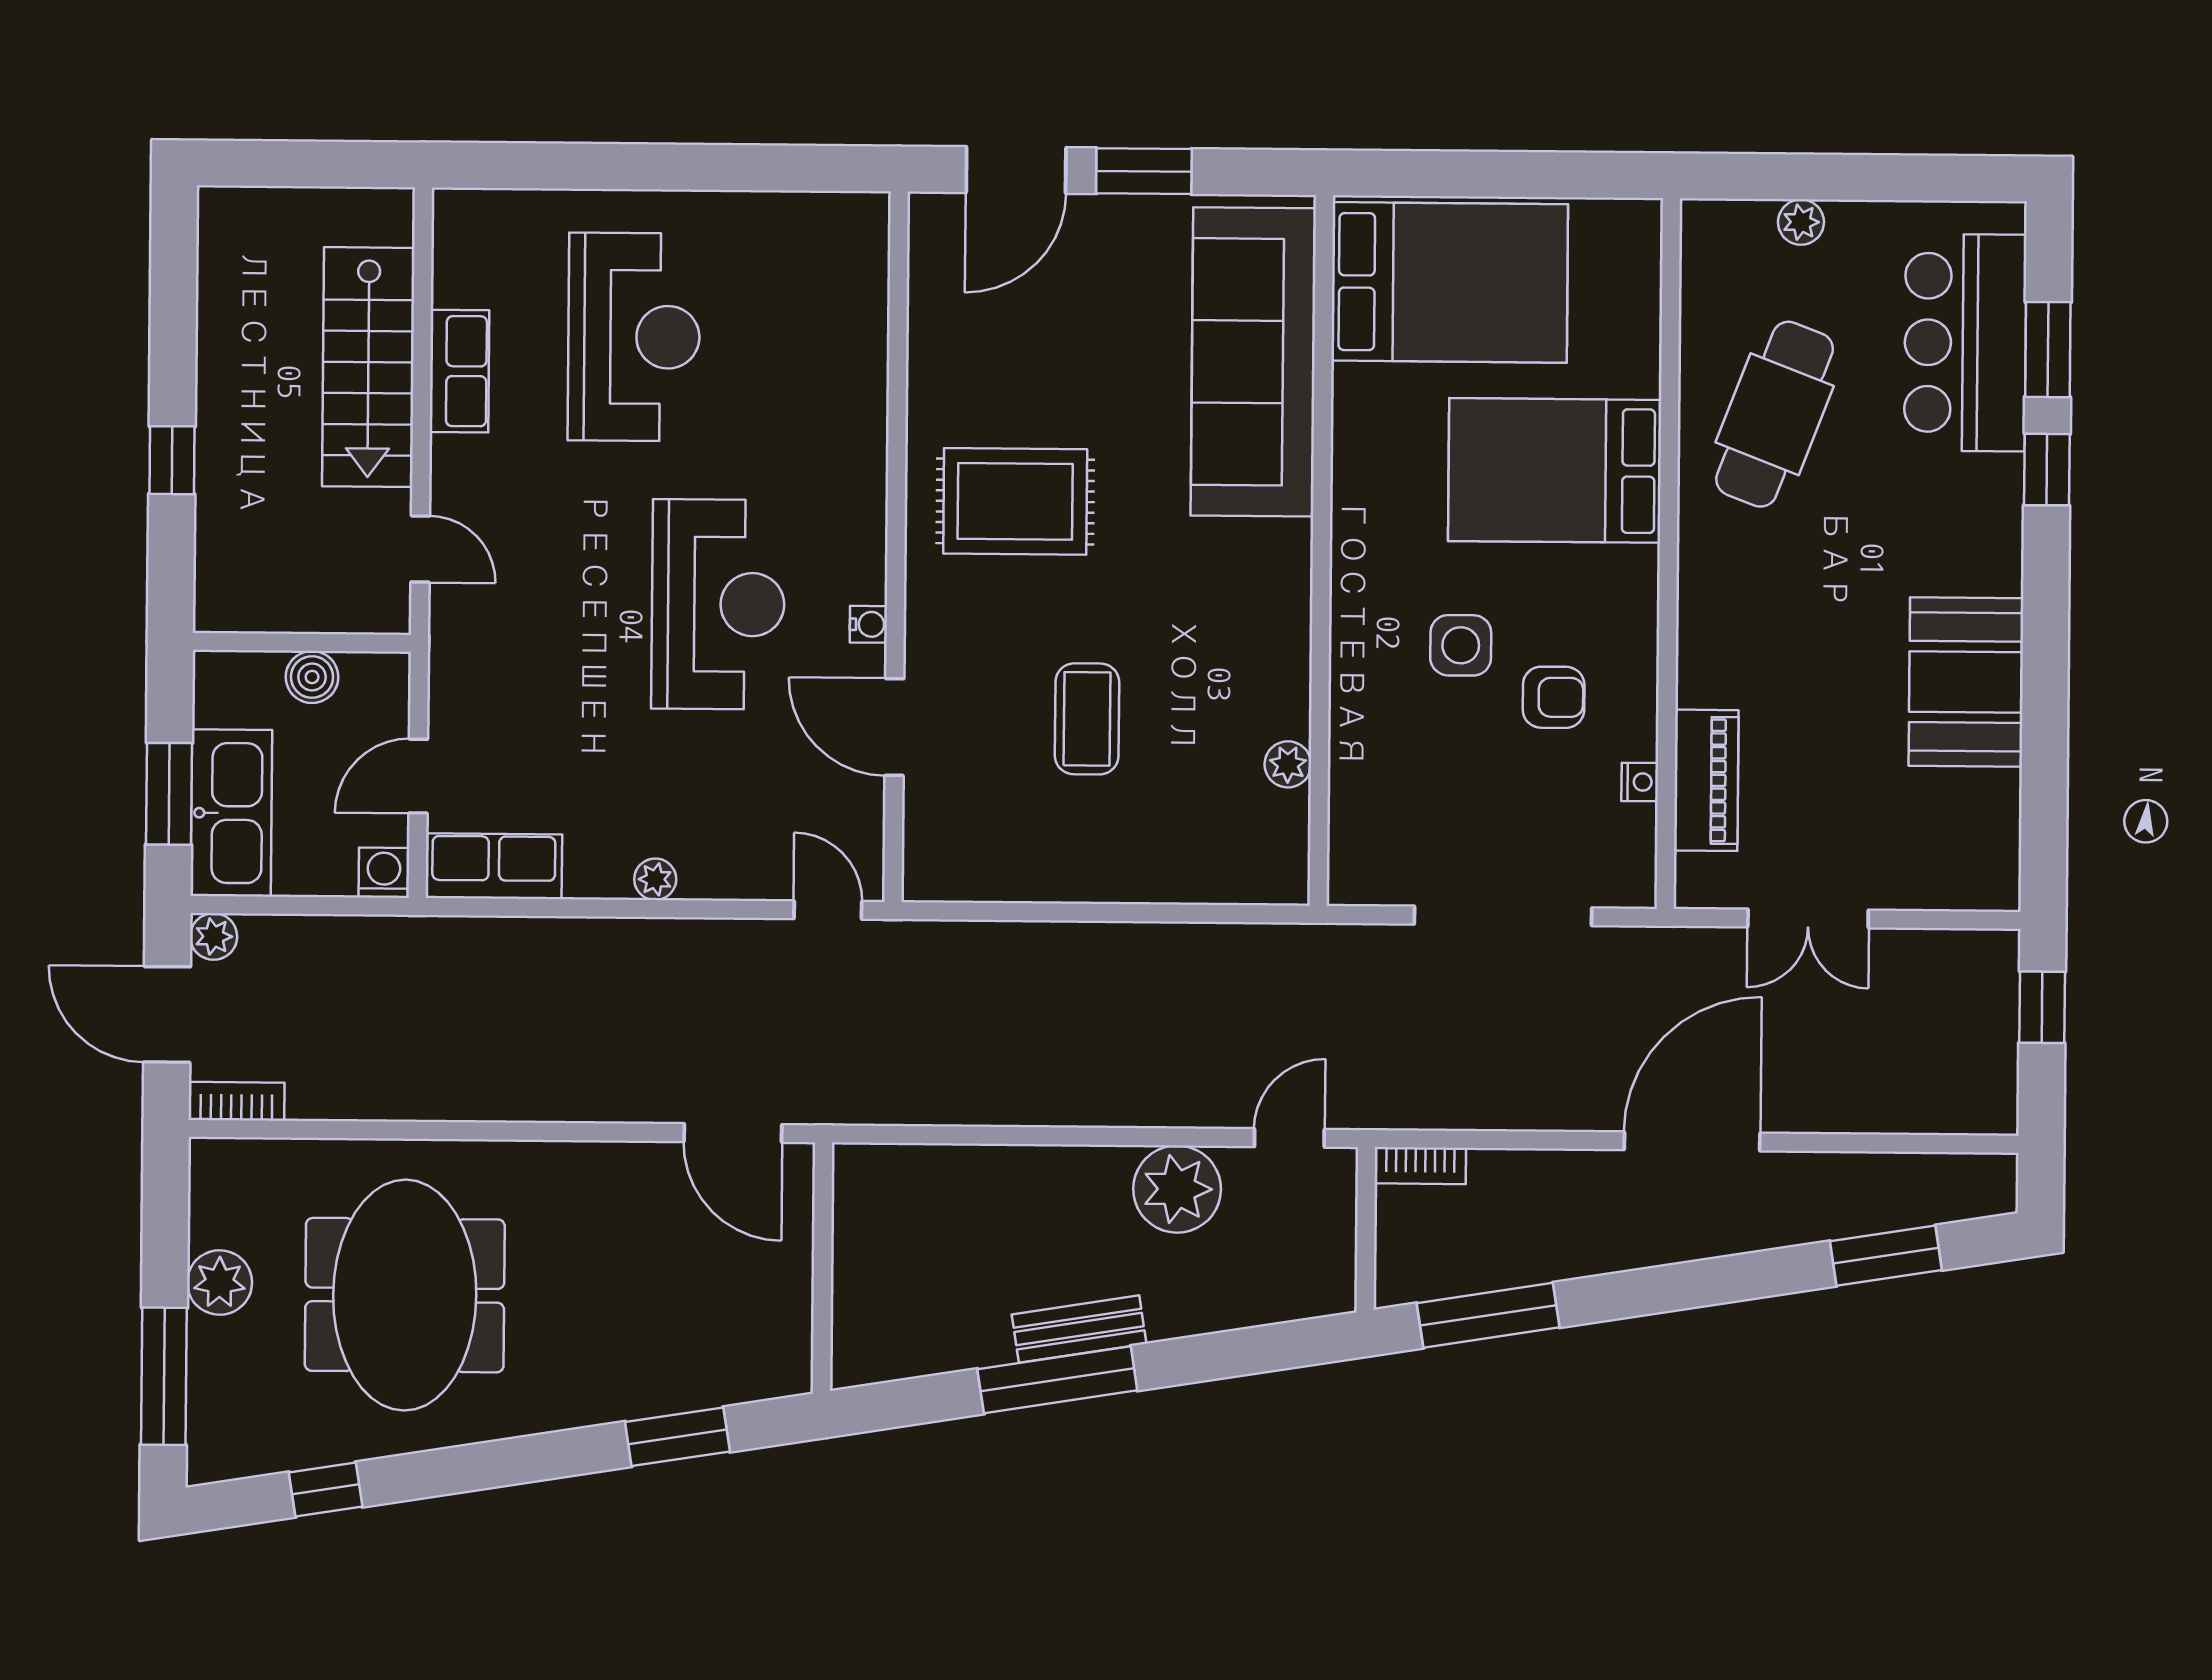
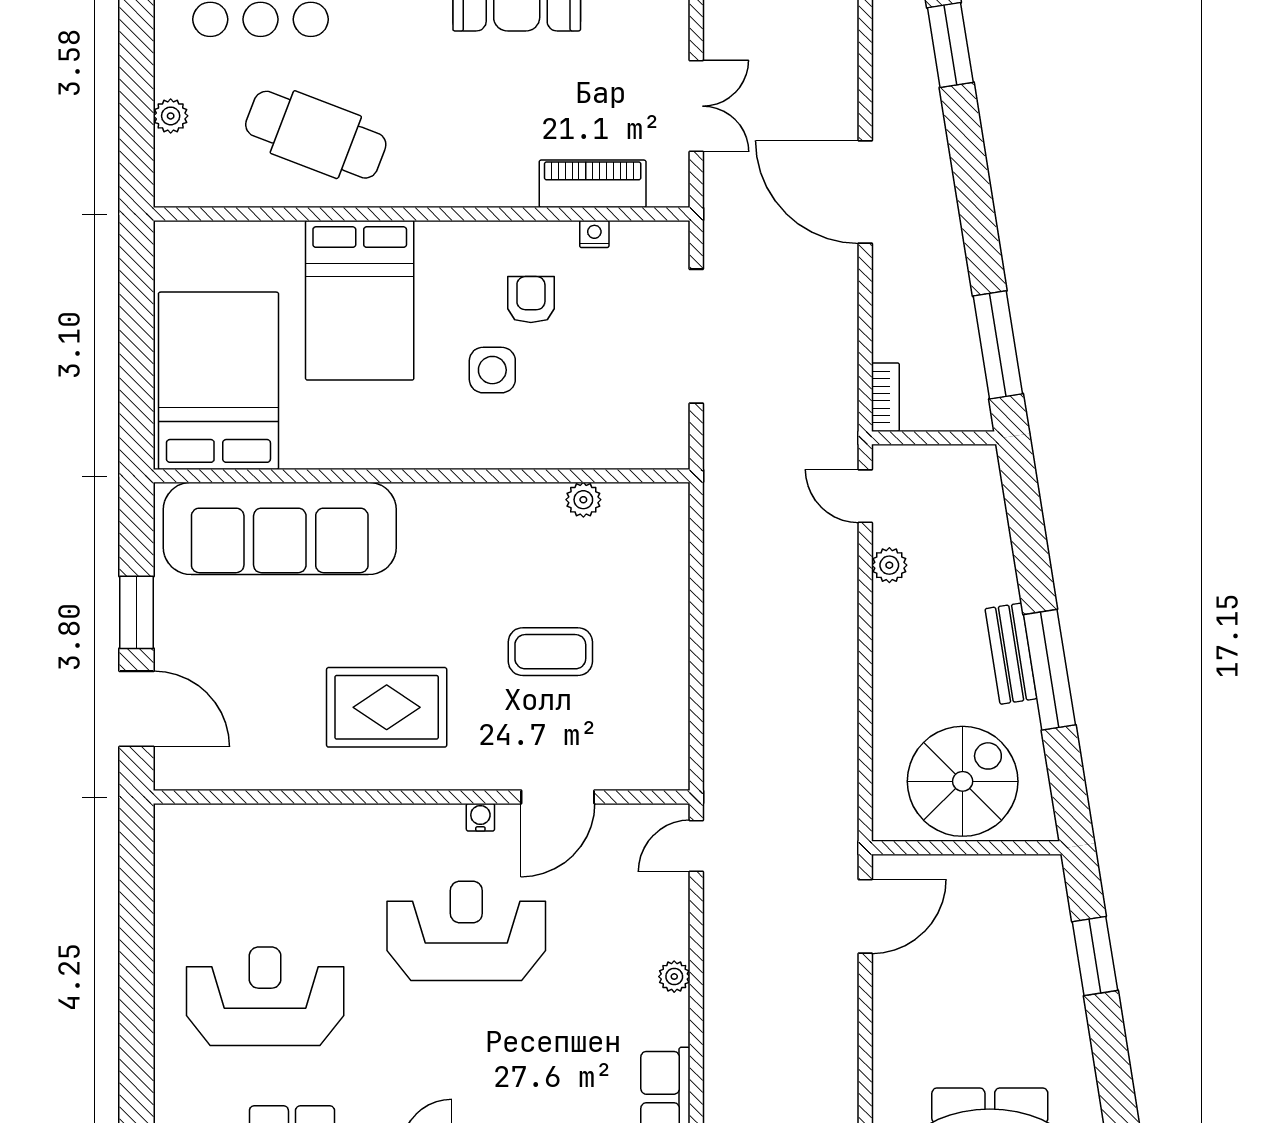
rug: (1015, 501) -> (387, 707), turned 90
plant: (1177, 1189) -> (889, 565), width x0.53, depth x0.53
spiral stairs: (910, 1263) -> (963, 781), added

